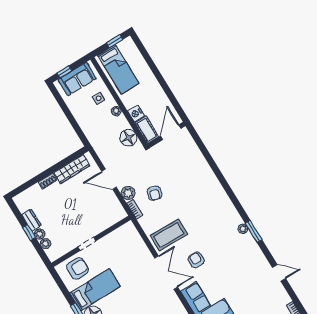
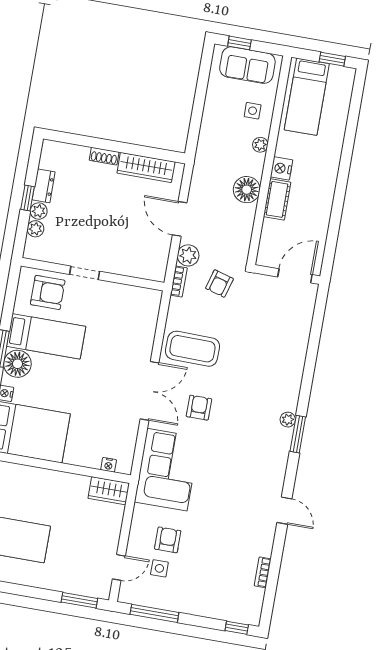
door: (171, 132) -> (295, 276), moved
wall: (166, 135) -> (287, 274), moved

